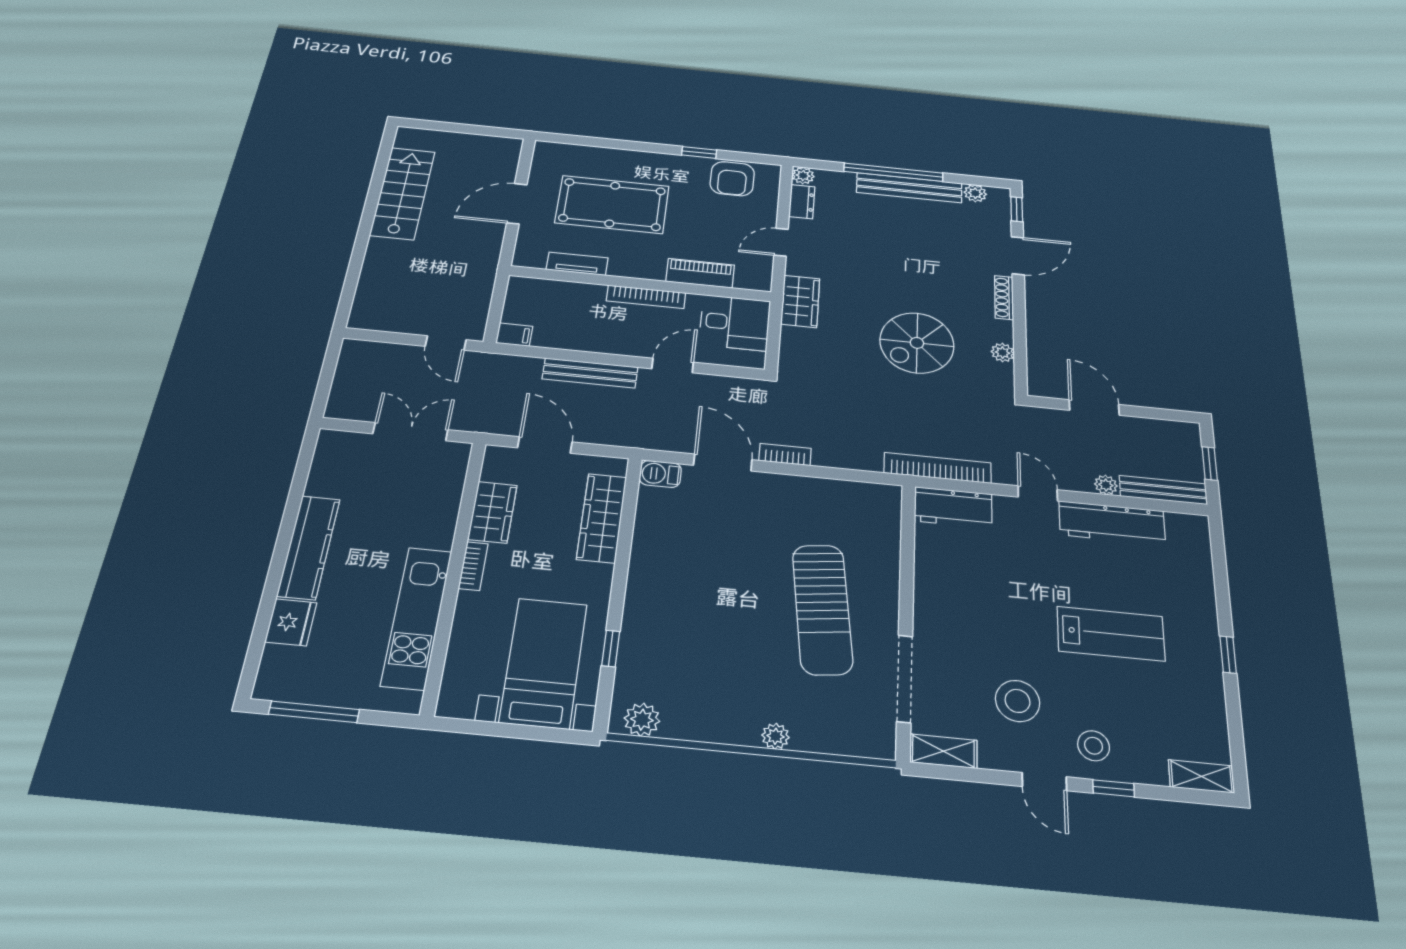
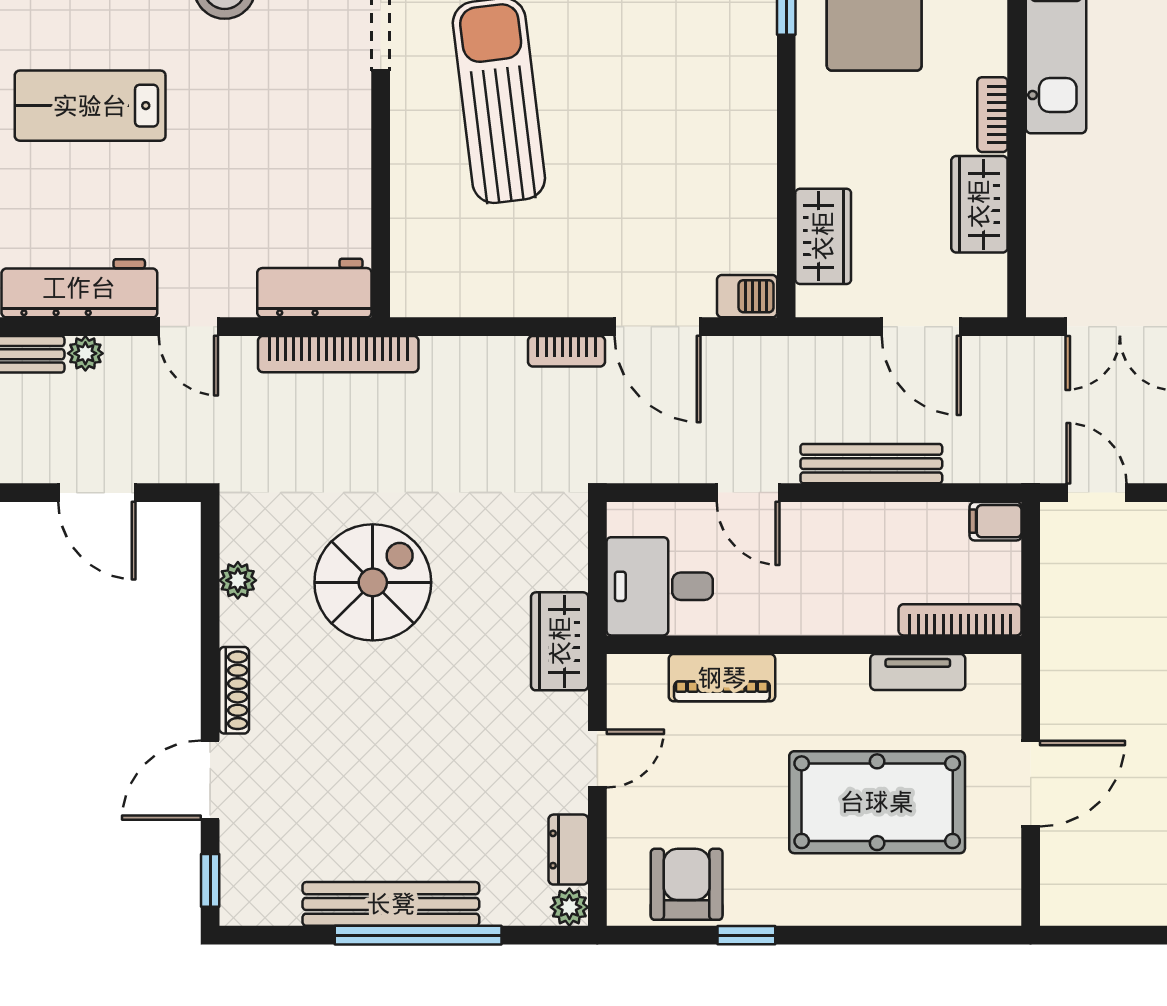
plant: (975, 193) -> (280, 907), removed
bookcase: (646, 297) -> (960, 620), moved
door: (673, 366) -> (748, 493), hinge flipped
wardrobe: (602, 518) -> (823, 236), width x0.67

